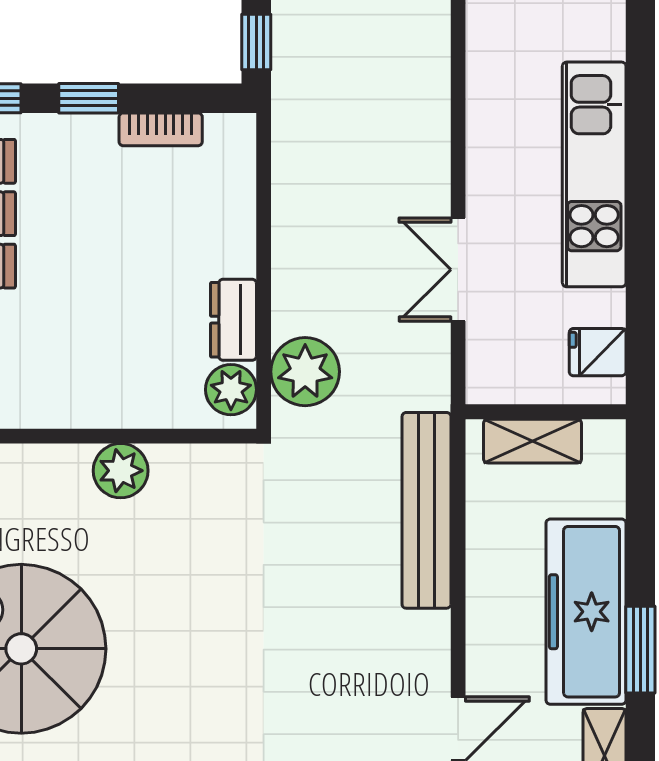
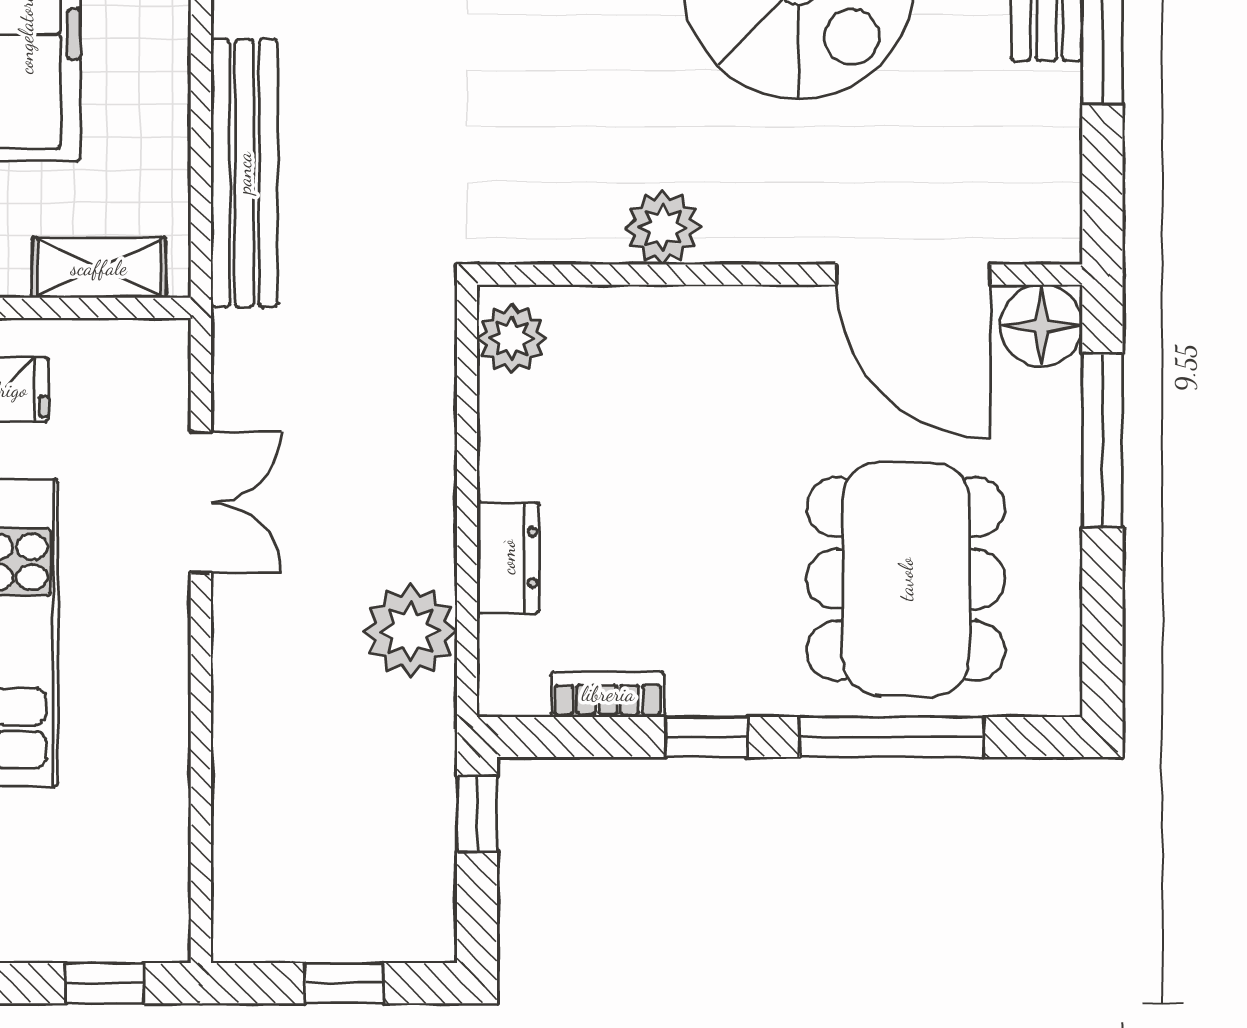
dresser: (233, 320) -> (508, 557), moved
plant: (305, 372) -> (410, 631), moved

